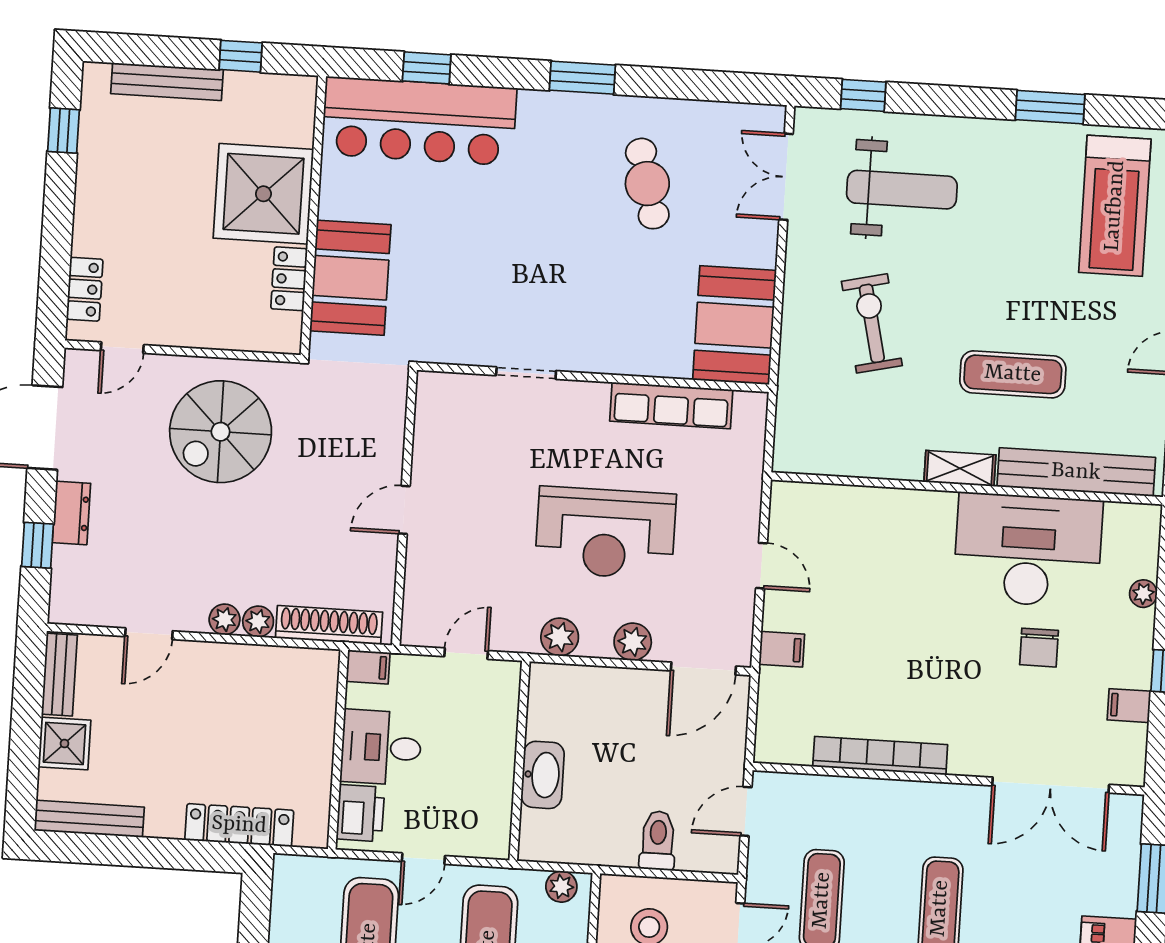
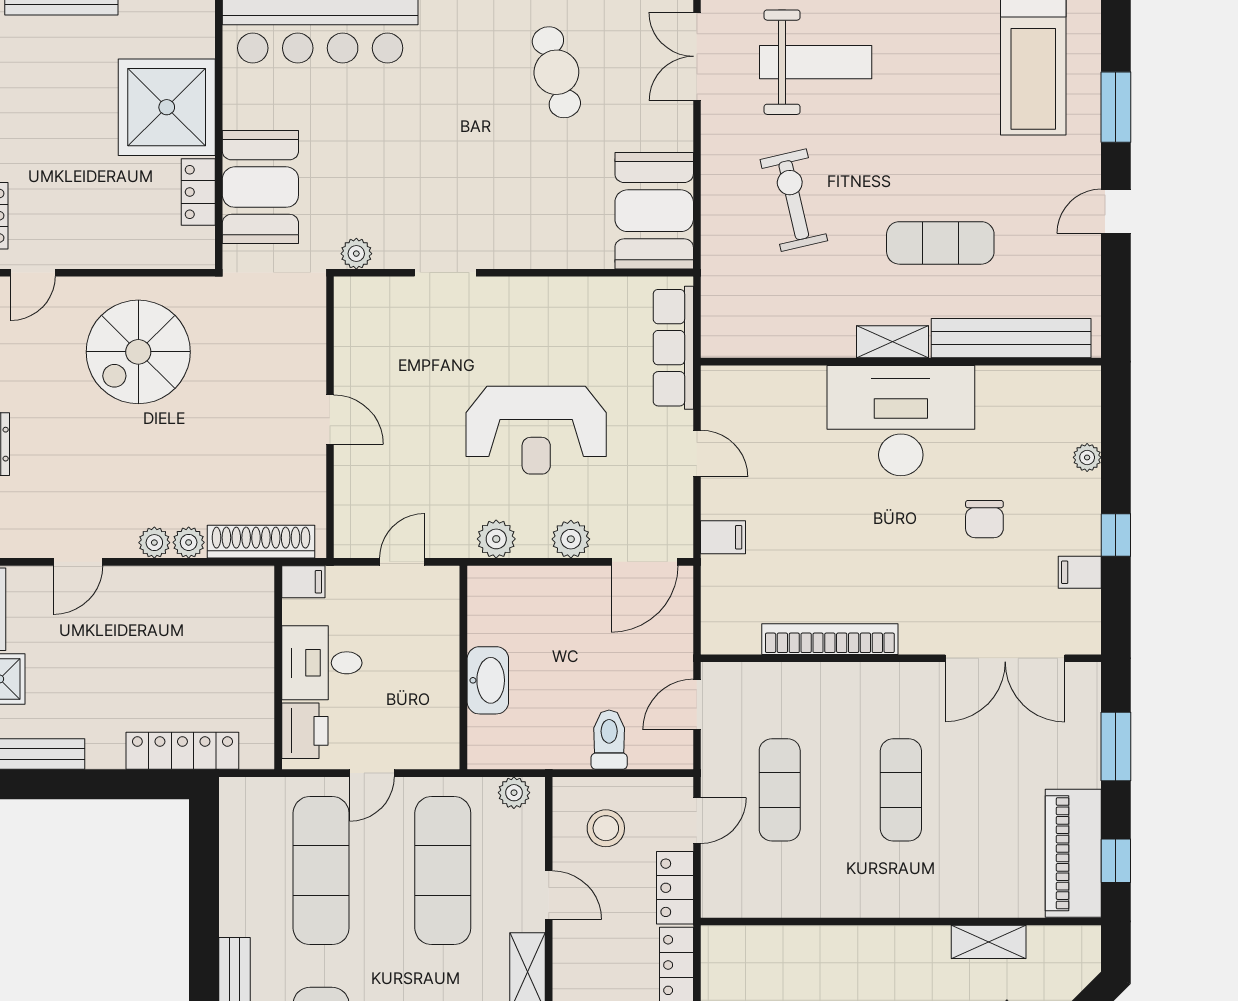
plant: (440, 349) -> (356, 254), added
row of seats: (671, 405) -> (673, 348), moved, turned 90
door: (404, 510) -> (330, 420), swing flipped
desk: (1028, 550) -> (901, 421), moved

